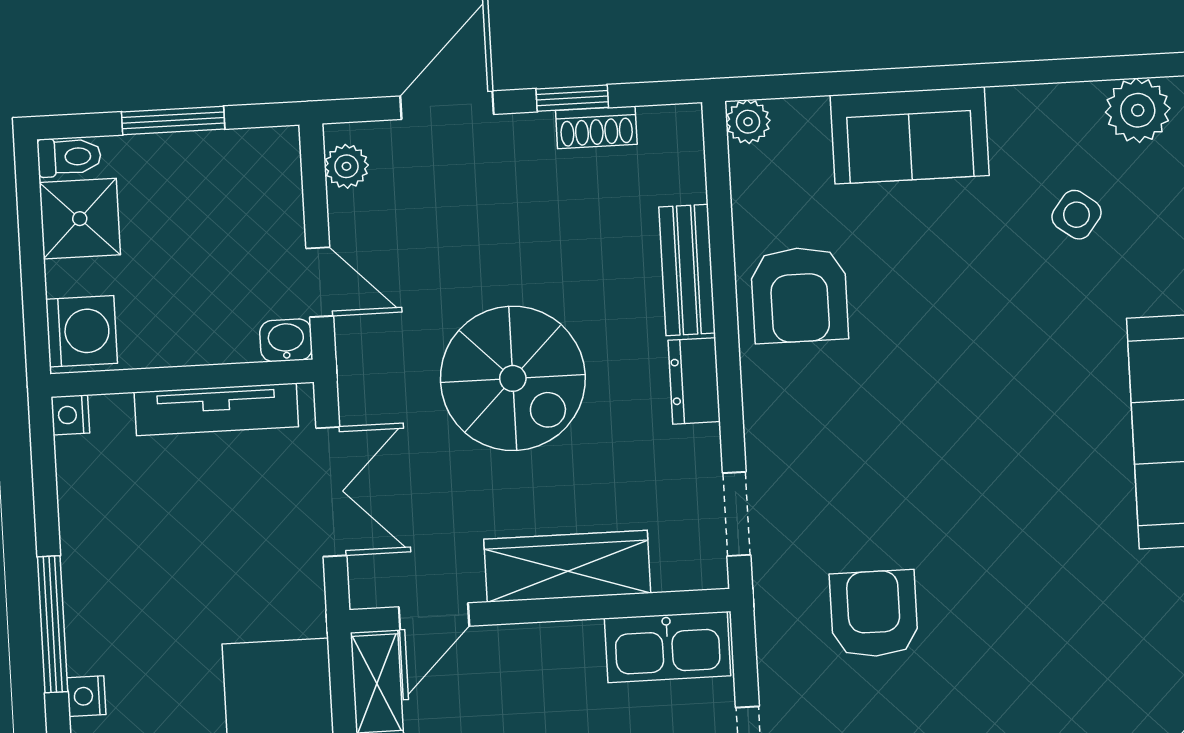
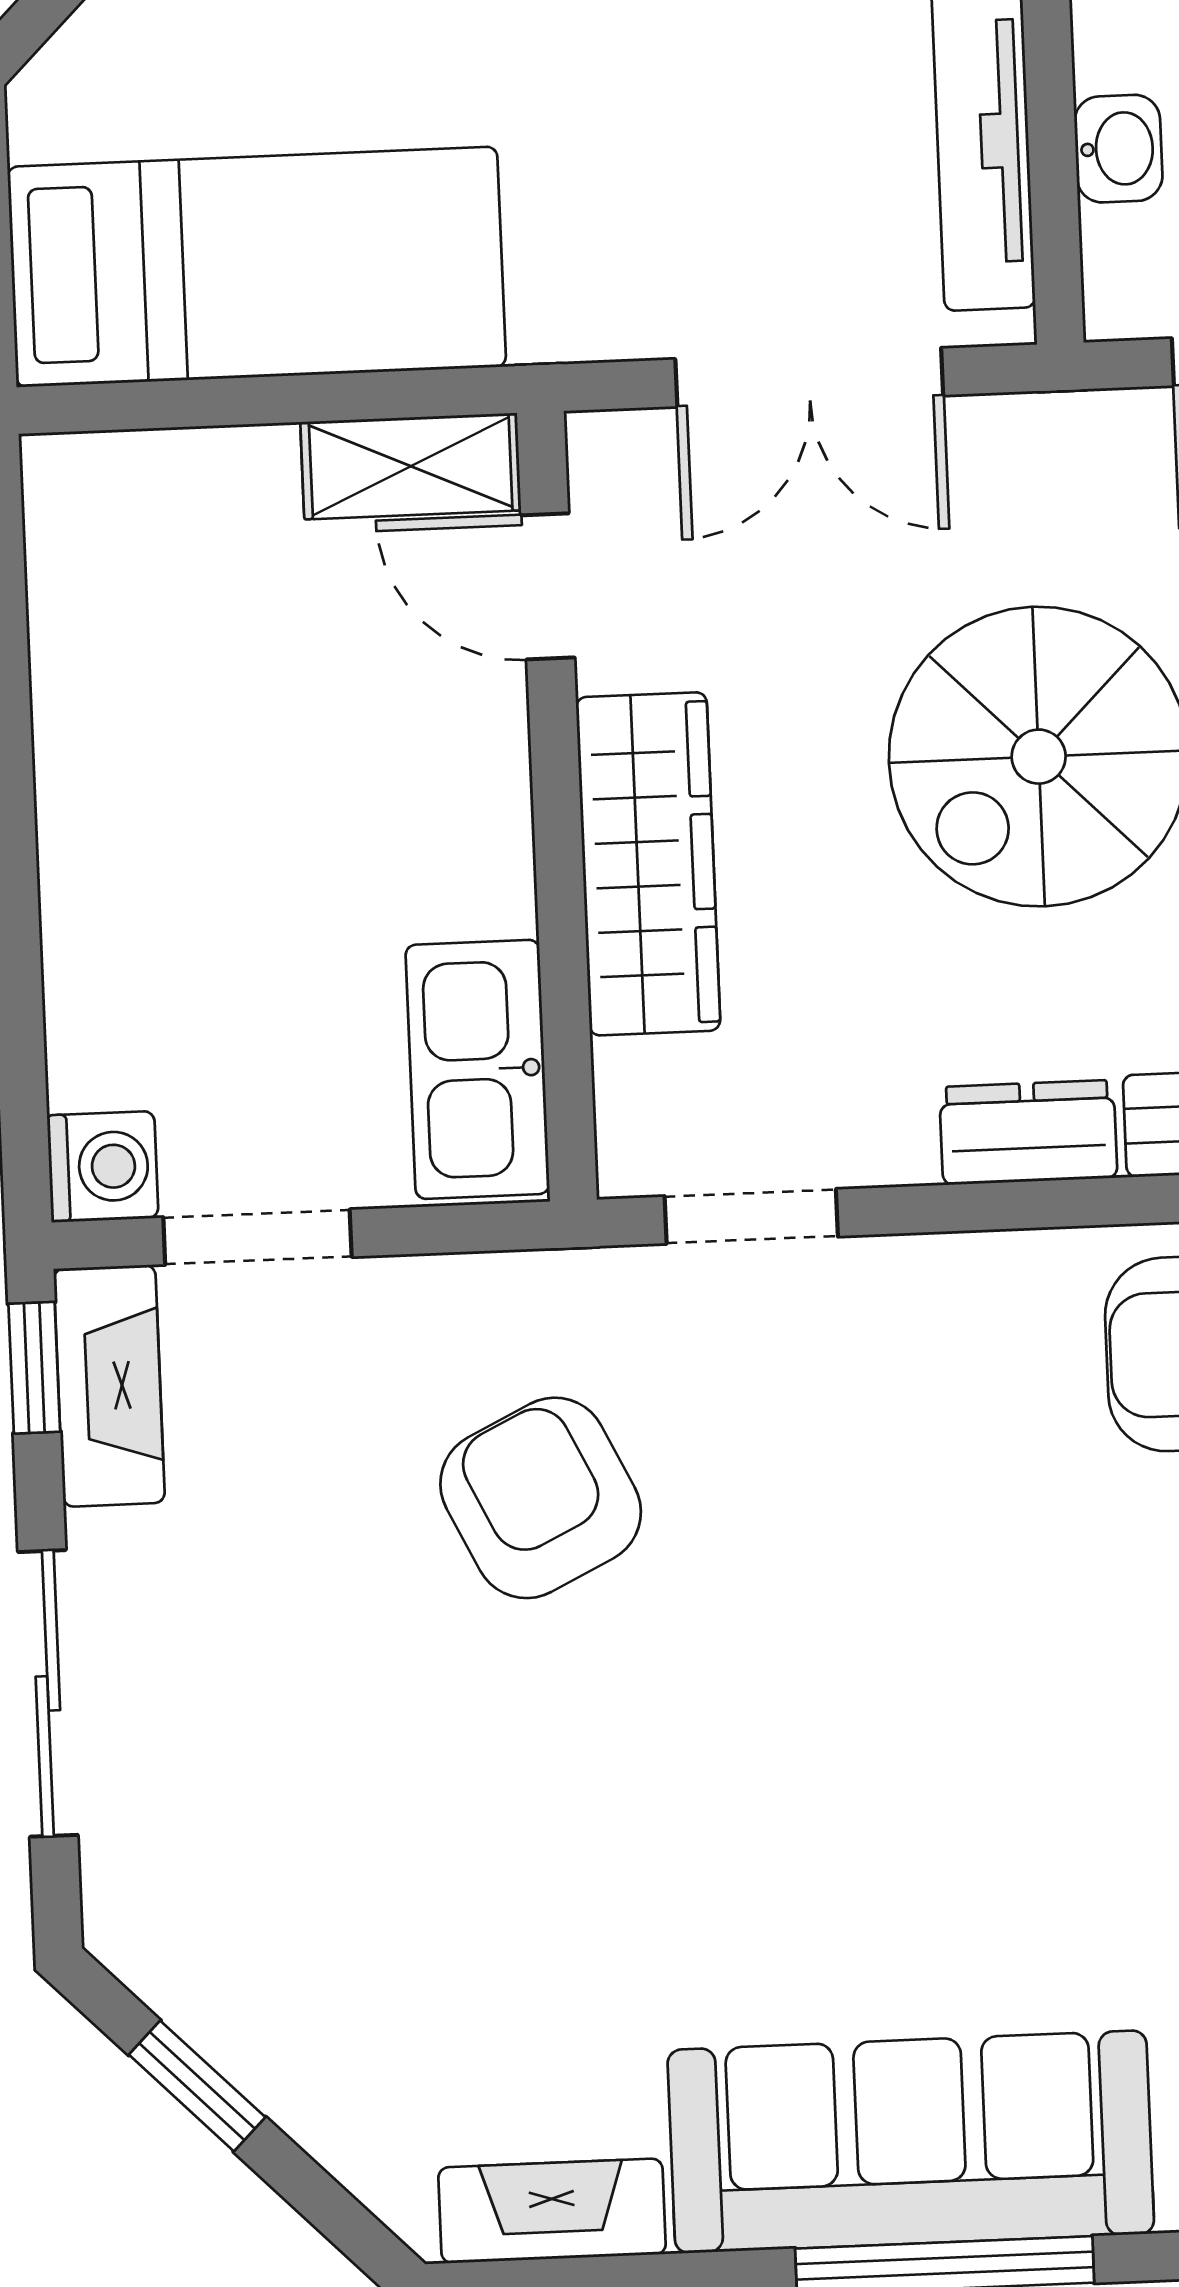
washbasin: (286, 340) -> (1118, 149), moved
armchair: (874, 614) -> (541, 1498), turned -116

